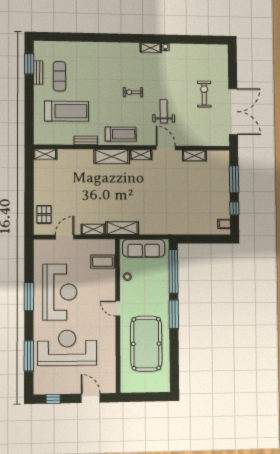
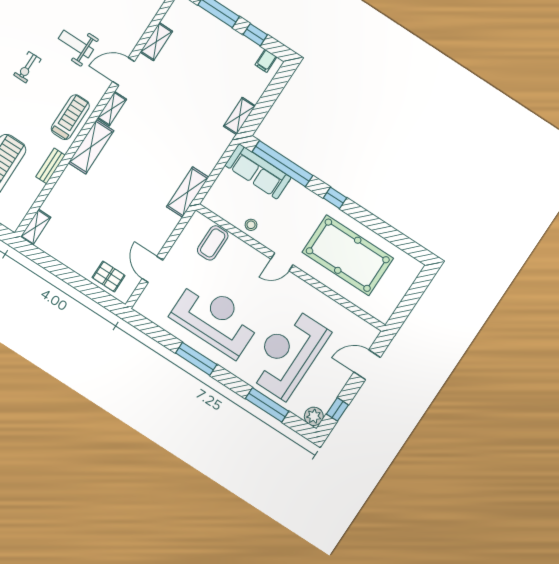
shelving: (93, 229) -> (240, 116), moved
sofa: (144, 248) -> (258, 171), moved, turned 90
window: (174, 314) -> (335, 198), width x0.46
plant: (40, 388) -> (314, 416), added

